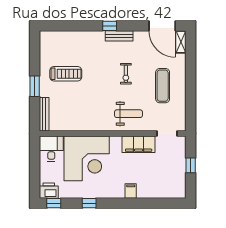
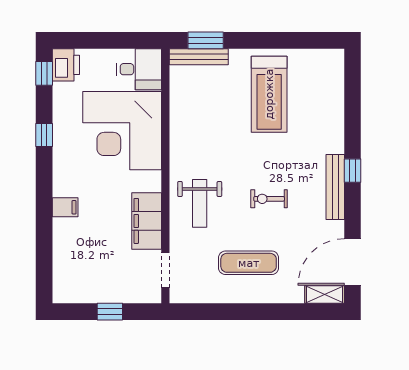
bench: (119, 36) -> (335, 187), width x1.36
treadmill: (66, 74) -> (269, 94), width x1.37, depth x1.38
window: (35, 86) -> (206, 40), moved

